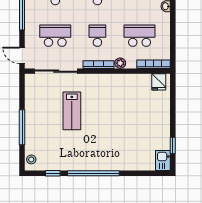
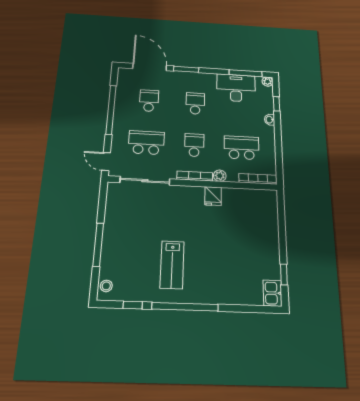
fridge: (159, 82) -> (213, 196), moved
lab bench: (72, 111) -> (172, 265), moved

